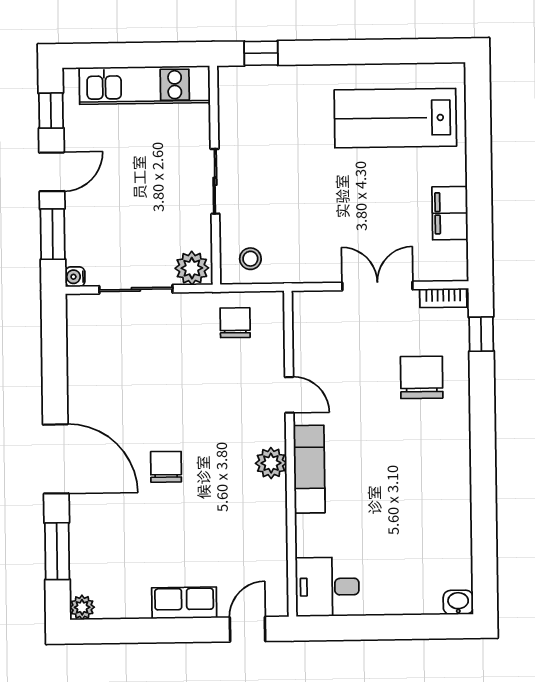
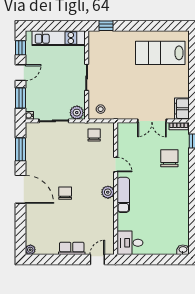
filing cabinet: (450, 213) -> (182, 109), moved
double door: (377, 286) -> (152, 121), swing flipped
window: (57, 551) -> (20, 149), moved

